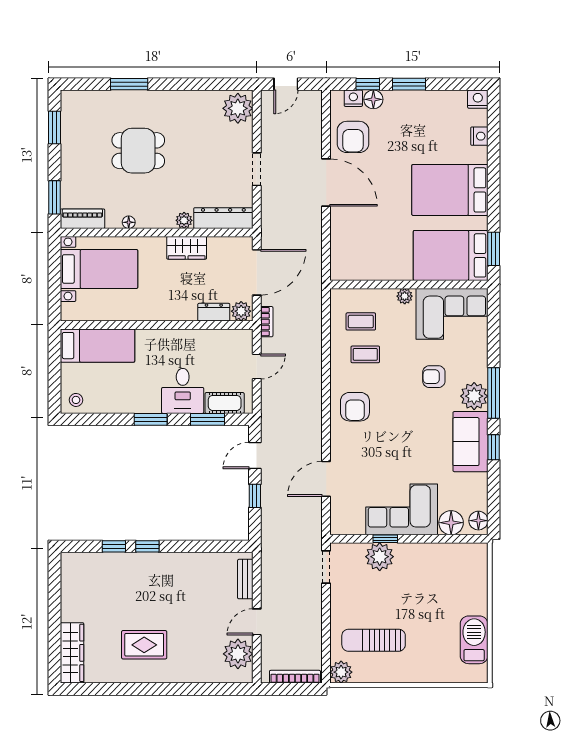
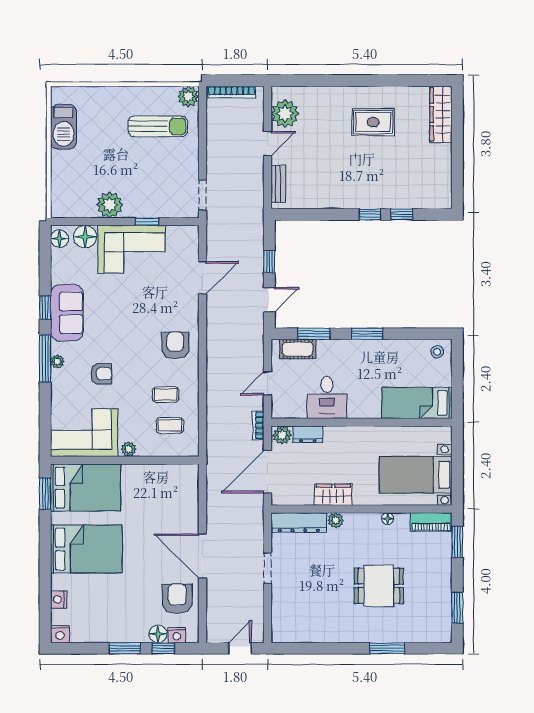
plant: (238, 108) -> (285, 626), removed
desk: (183, 391) -> (327, 397), moved, turned 180
plant: (474, 396) -> (57, 362), width x0.53, depth x0.53
plant: (380, 557) -> (110, 205), moved

